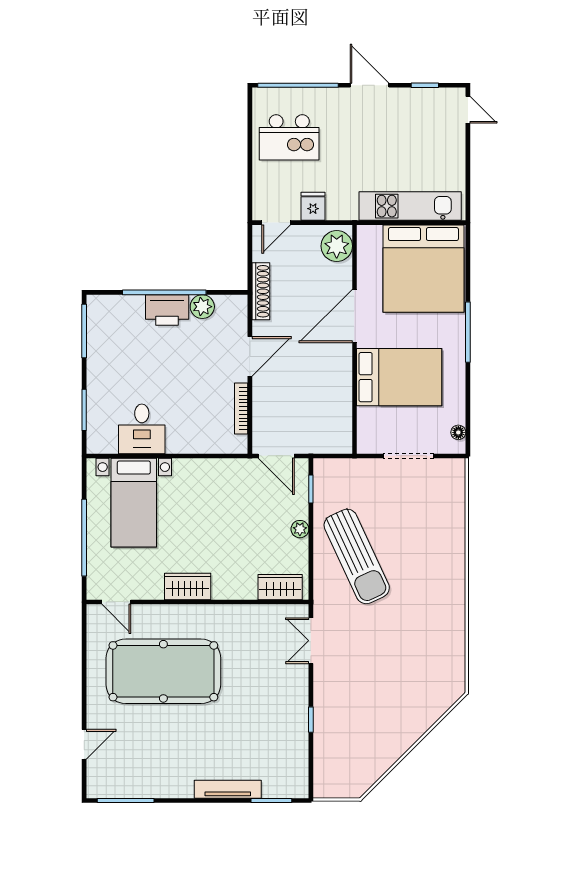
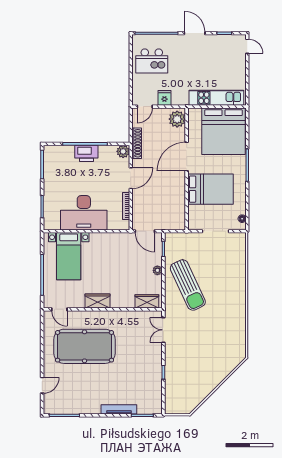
plant: (202, 307) -> (123, 151), moved
desk: (142, 429) -> (84, 213), width x1.87, depth x1.30

